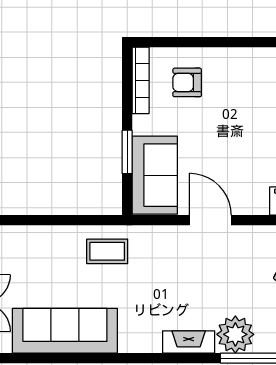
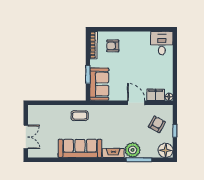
door: (210, 220) -> (136, 103), moved
sofa: (65, 331) -> (80, 148), moved

